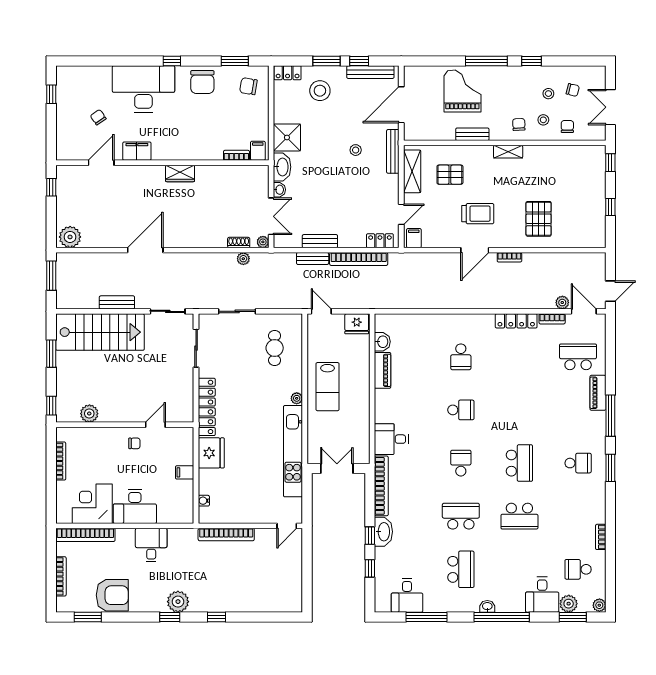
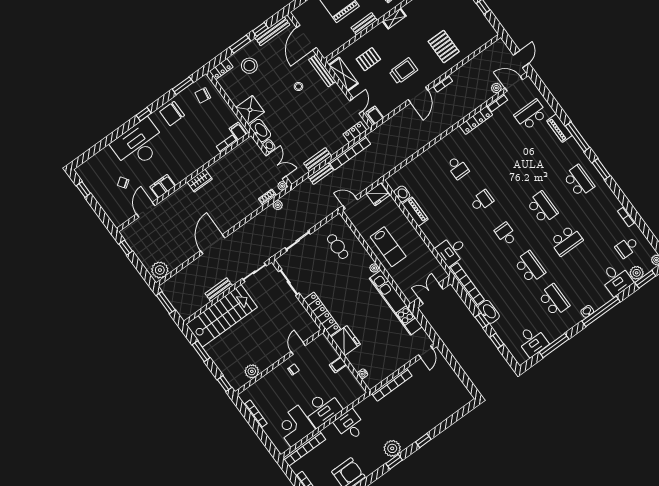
chair: (202, 82) -> (172, 114), turned 90
school desk: (578, 463) -> (579, 181), width x1.85
school desk: (461, 516) -> (530, 267), turned 90

